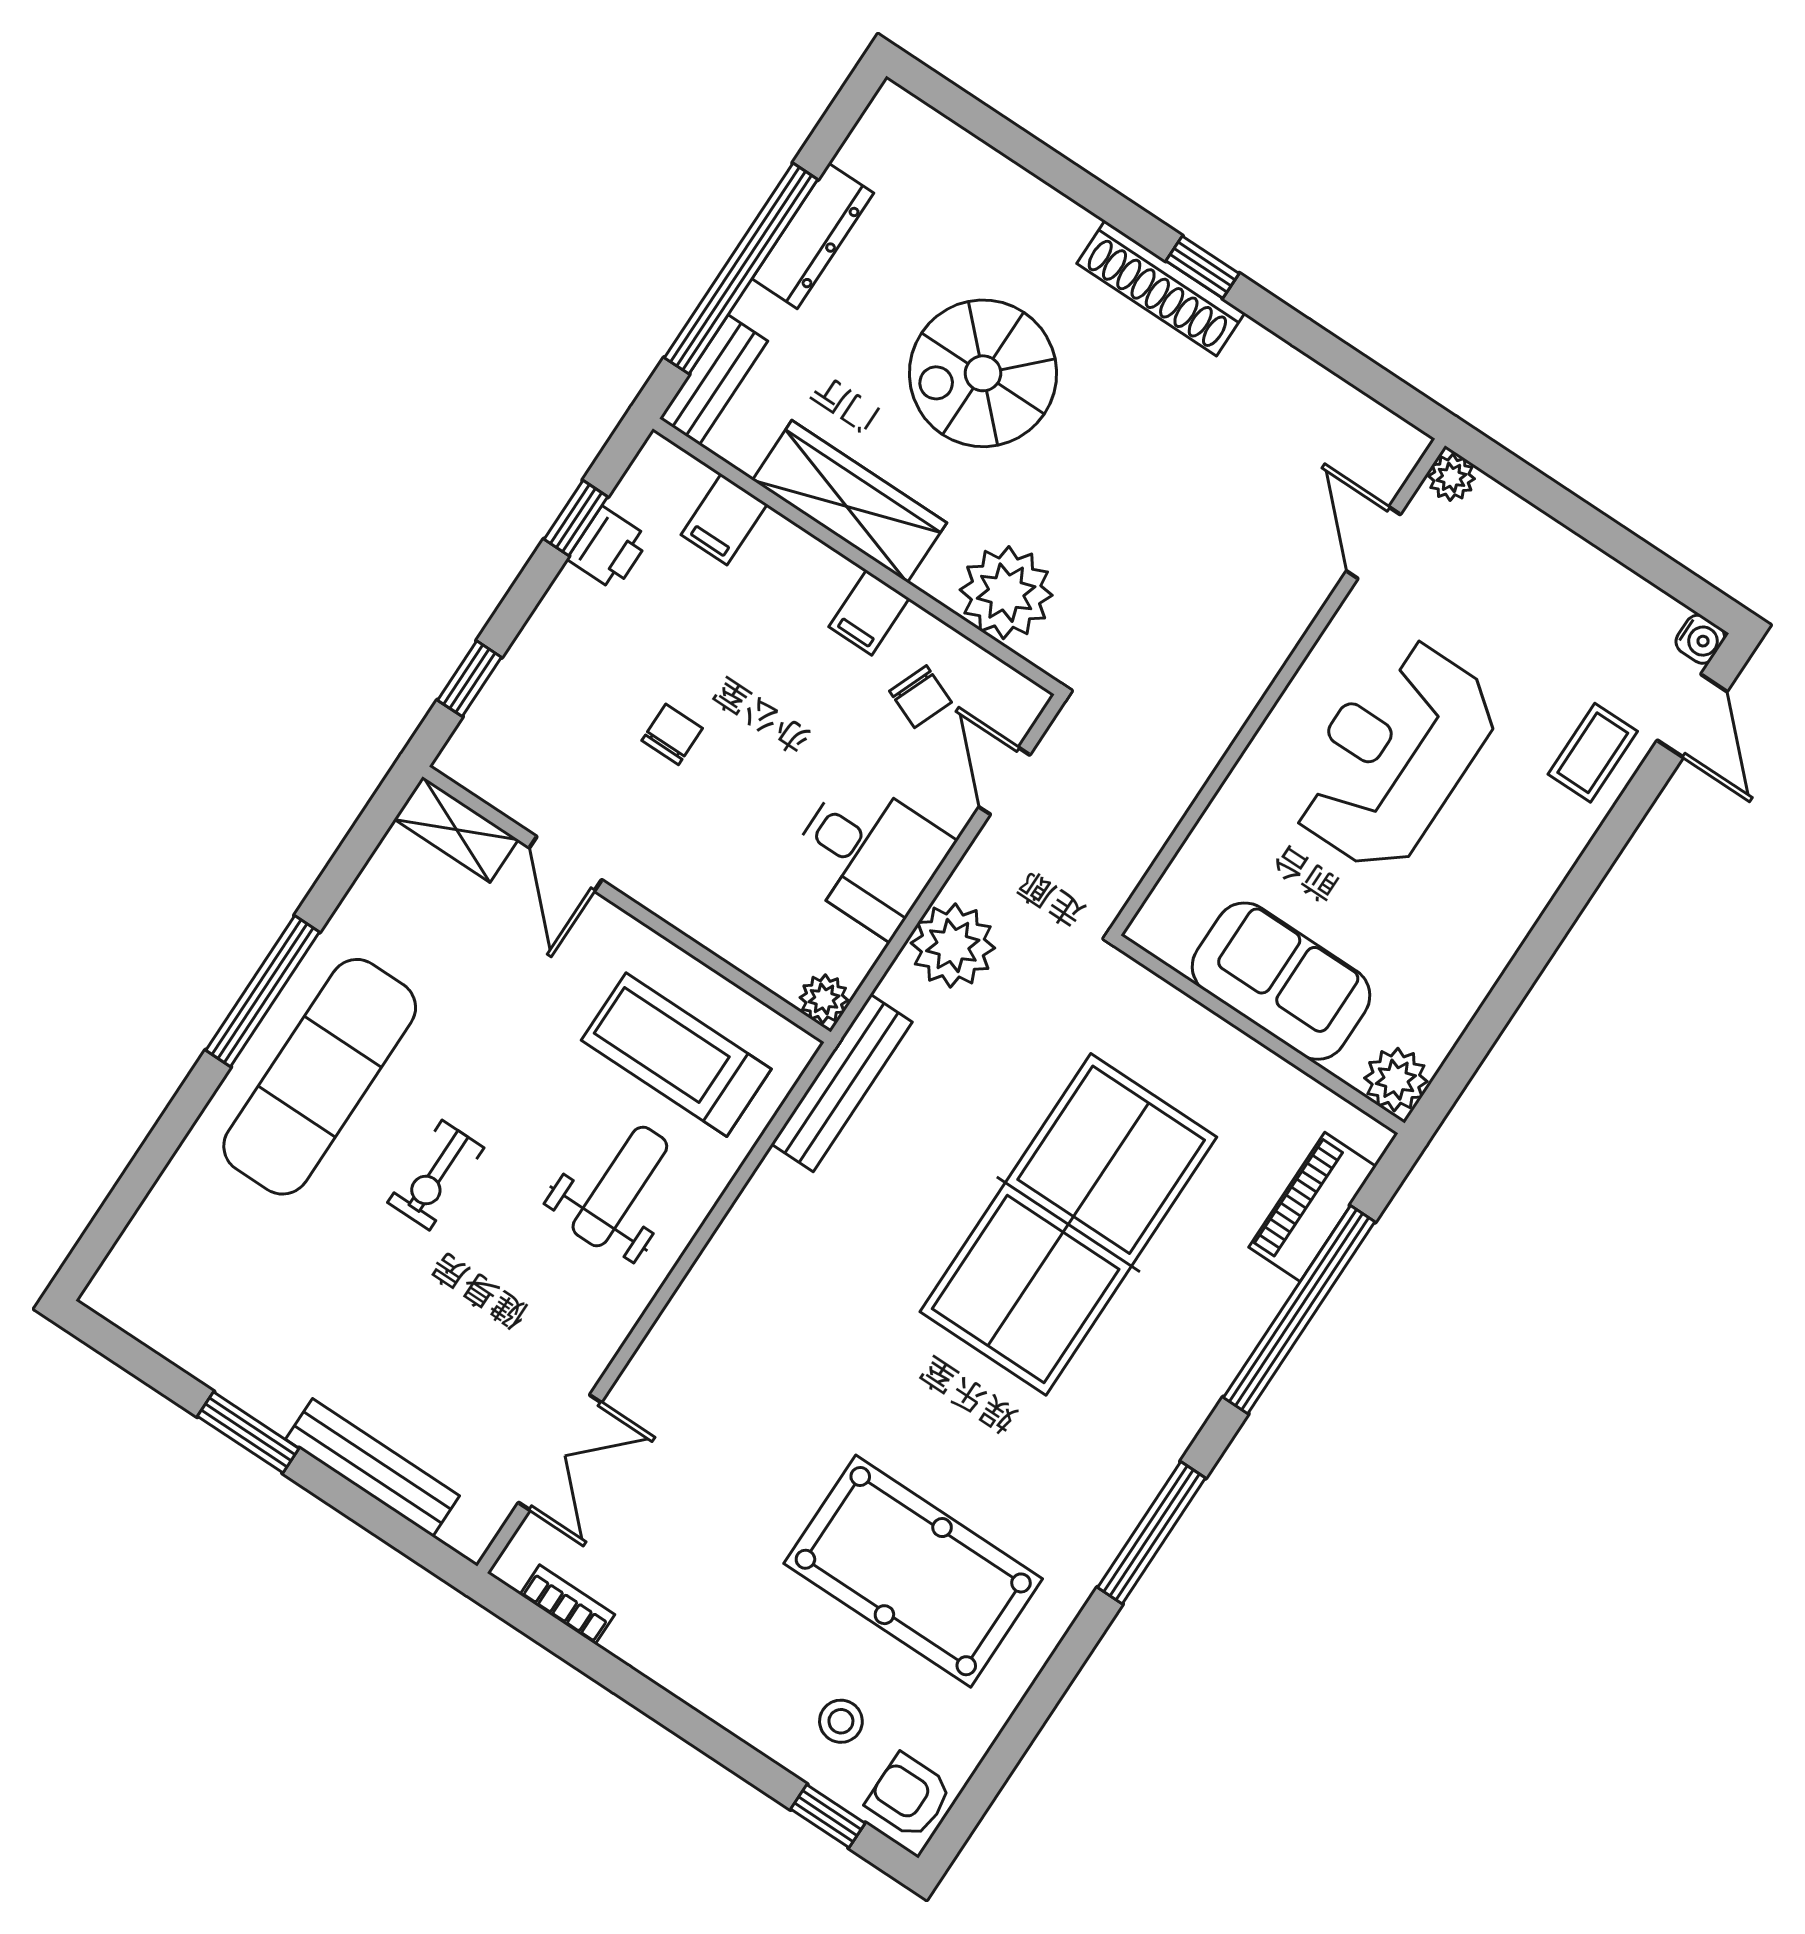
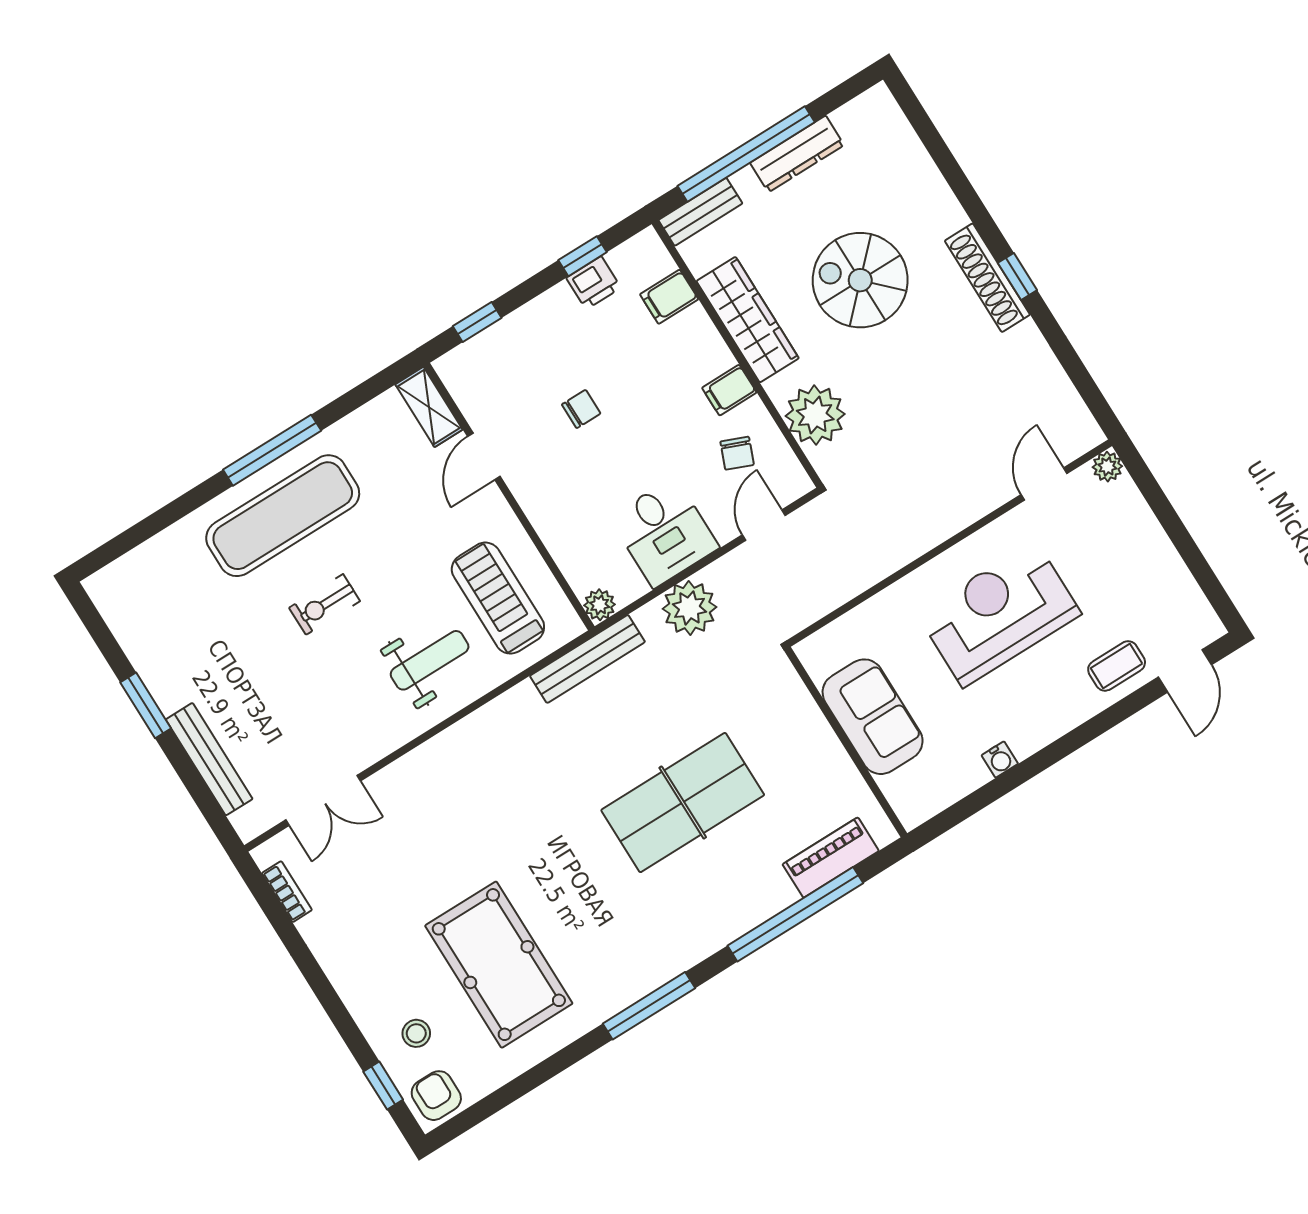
water cooler: (1700, 639) -> (1000, 760), moved
plant: (1396, 1080) -> (914, 805), removed
table tennis table: (1068, 1224) -> (683, 803), width x0.73, depth x0.76

